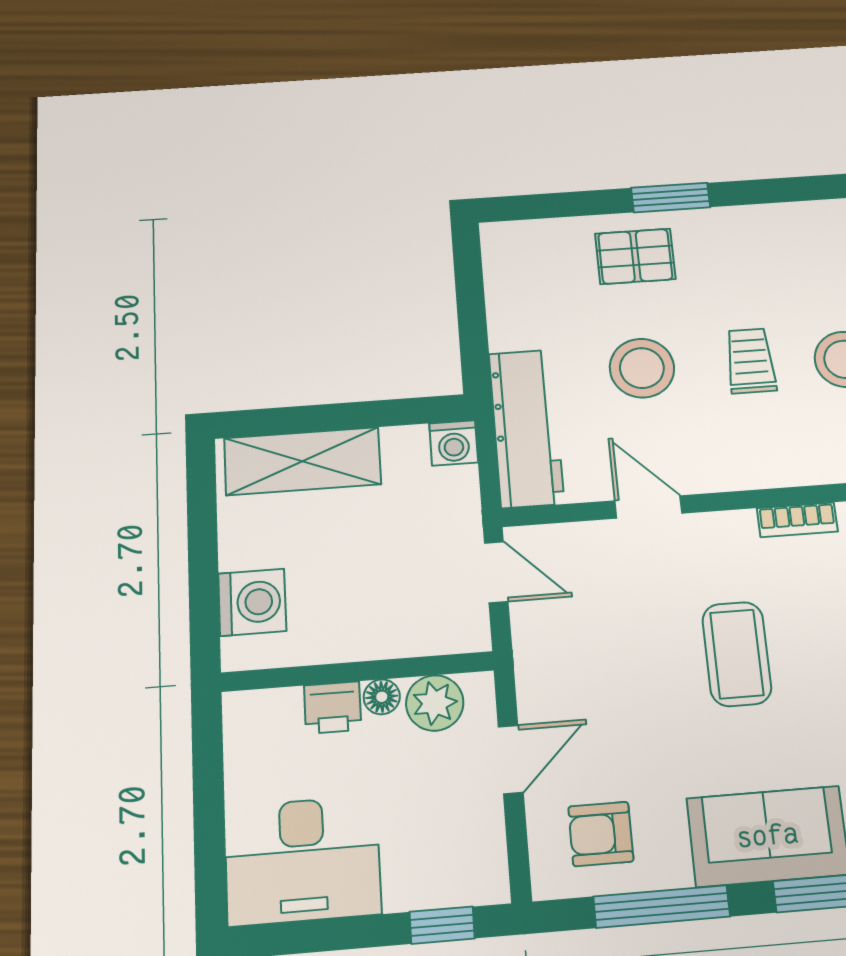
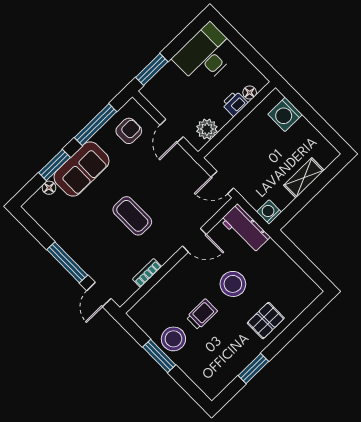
window: (671, 198) -> (253, 369), moved
trolley: (750, 361) -> (202, 314), turned -90
workbench: (526, 428) -> (245, 229), width x0.73
shelving: (303, 461) -> (304, 178), width x0.67, depth x0.75
floor lamp: (382, 697) -> (250, 93), moved
window: (442, 925) -> (152, 69), width x1.50

